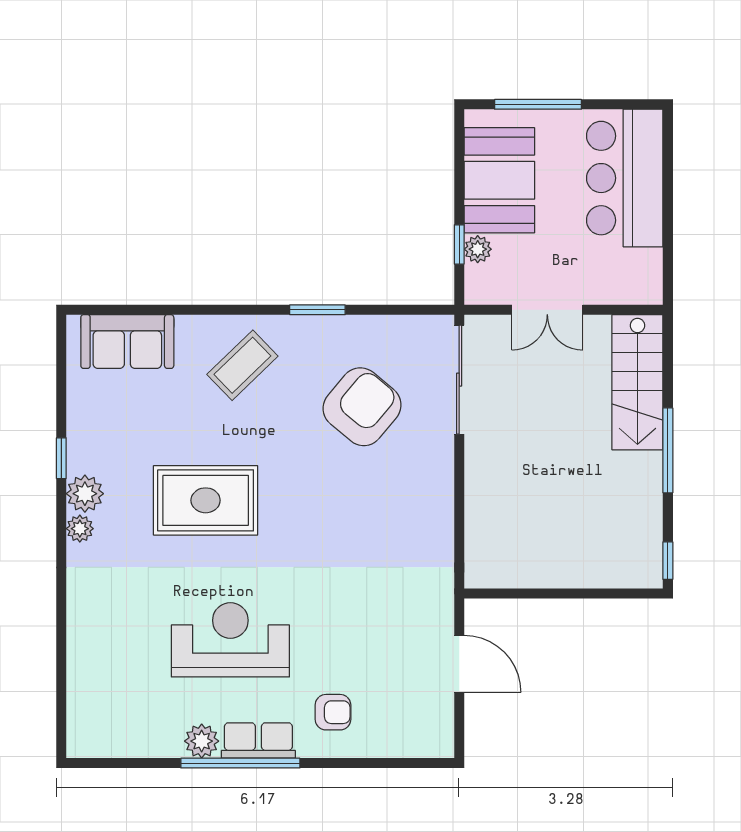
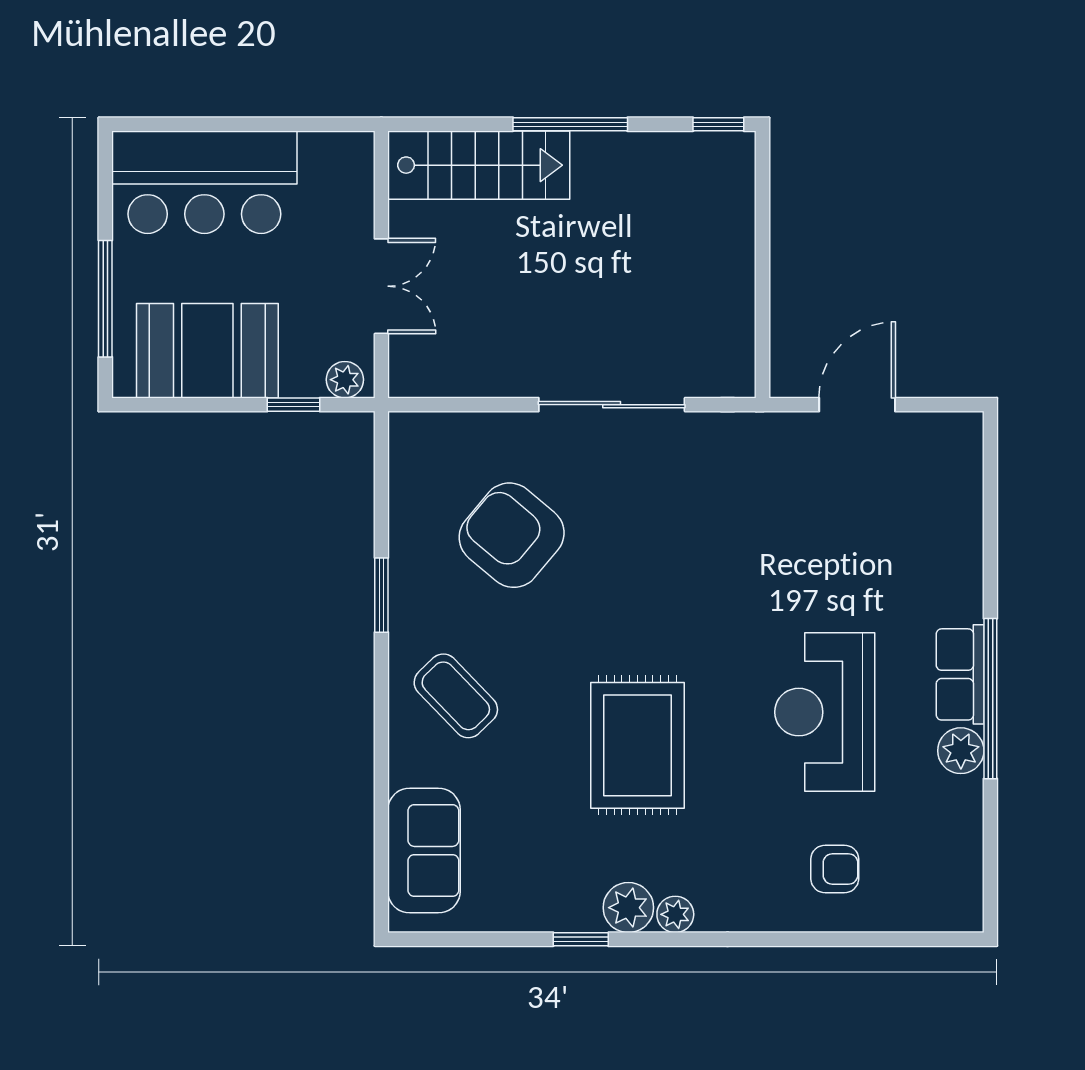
plant: (478, 249) -> (345, 380), moved
sliding door: (459, 380) -> (612, 405), moved
armchair: (333, 712) -> (835, 869), moved, turned 90

